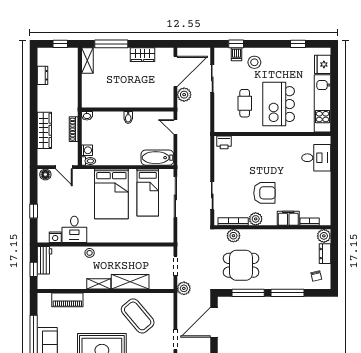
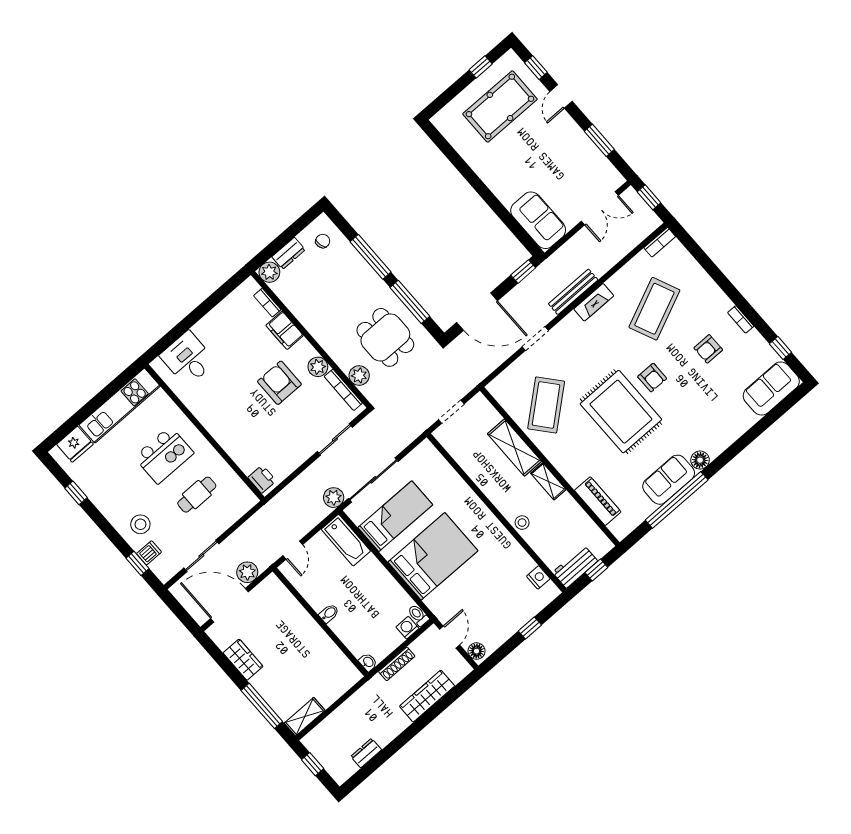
kitchen island: (279, 104) -> (164, 455), width x0.73, depth x0.78
desk: (74, 229) -> (510, 563), removed
plant: (184, 288) -> (334, 498), moved

